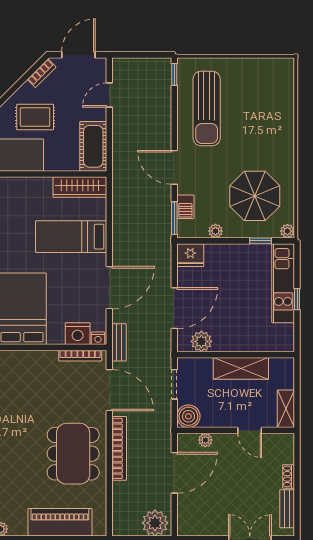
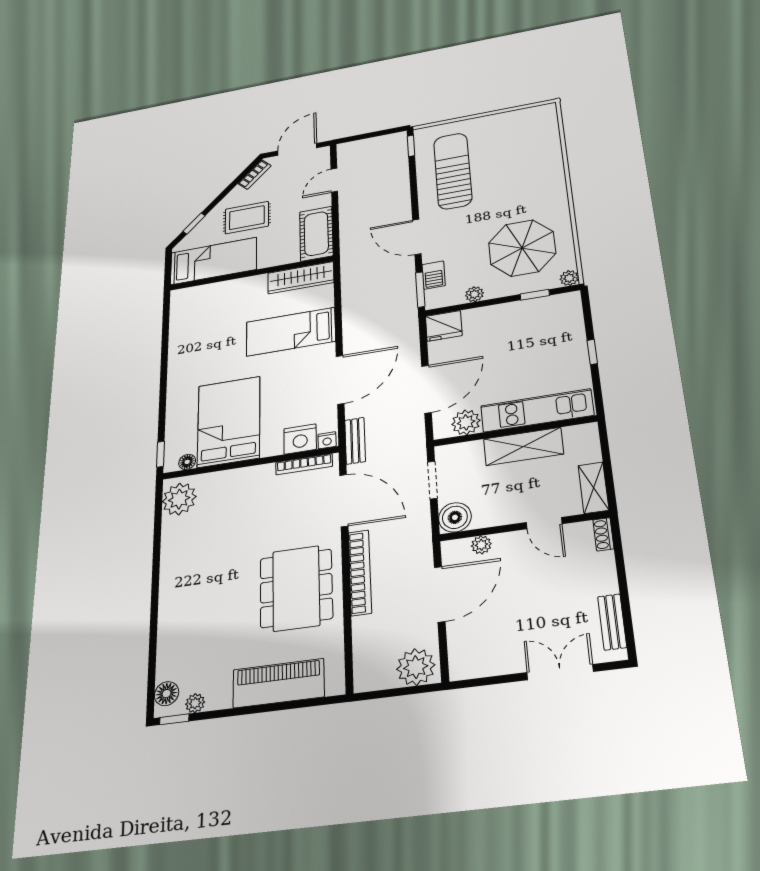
sun lounger: (207, 108) -> (453, 171), turned 180
kitchen unit: (283, 283) -> (537, 411), moved, turned 90
shoe rack: (289, 476) -> (603, 534), moved

